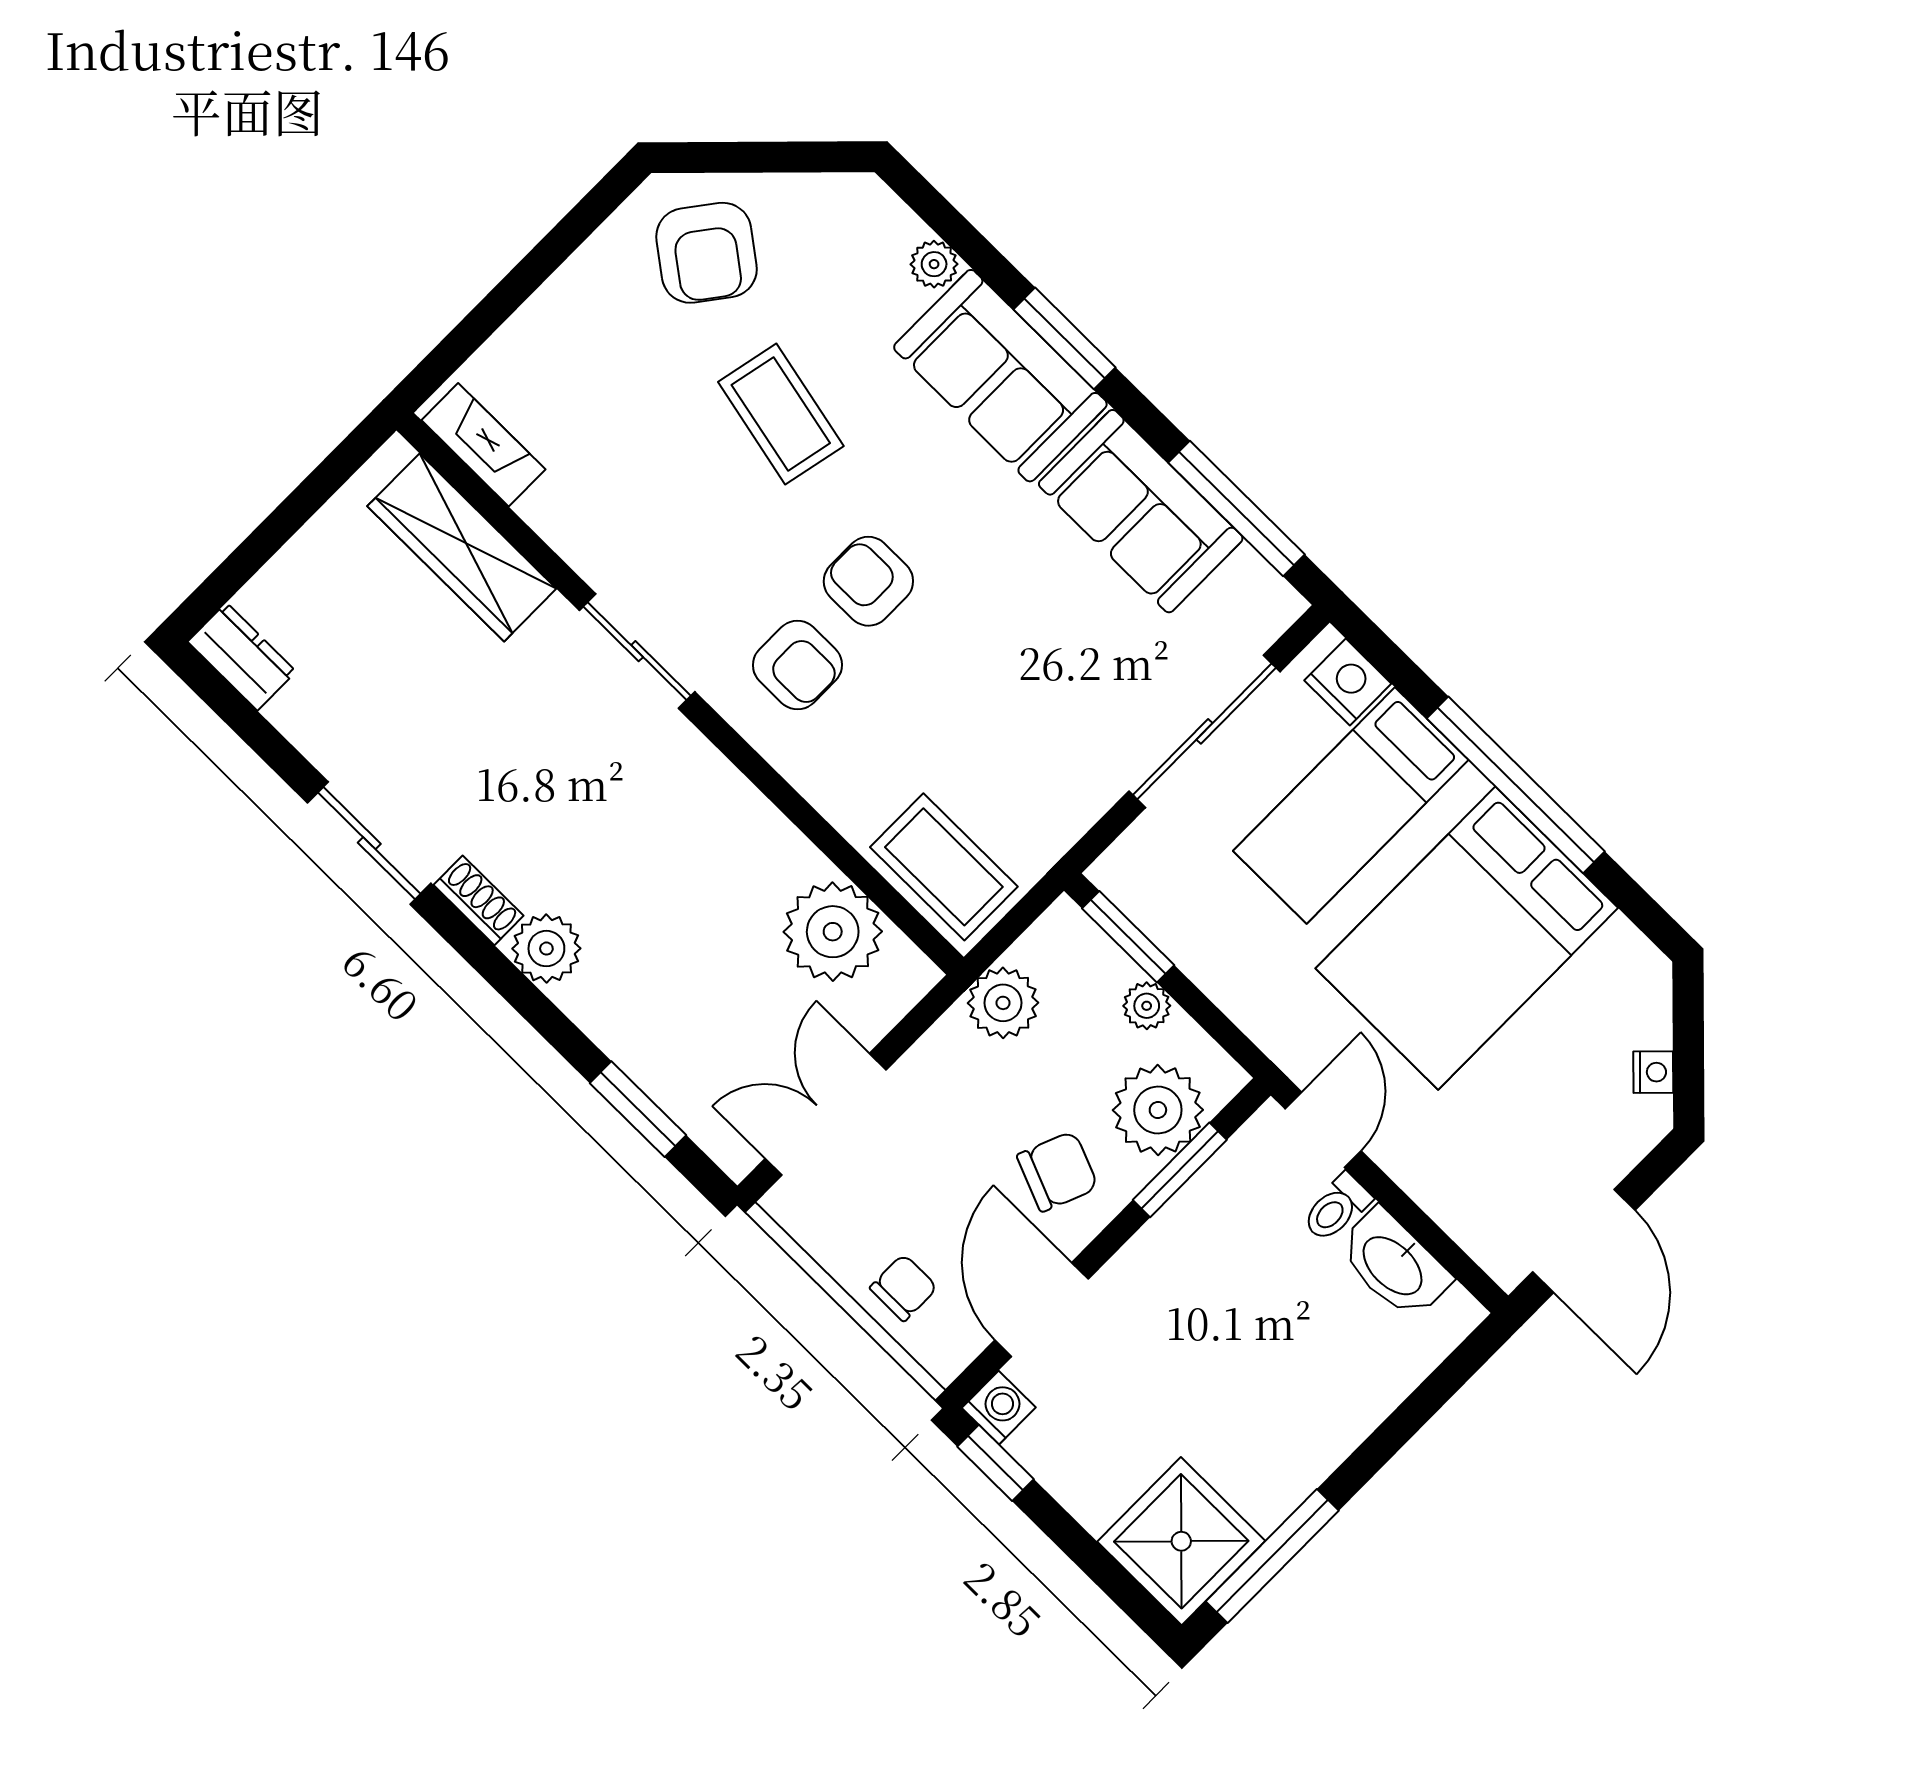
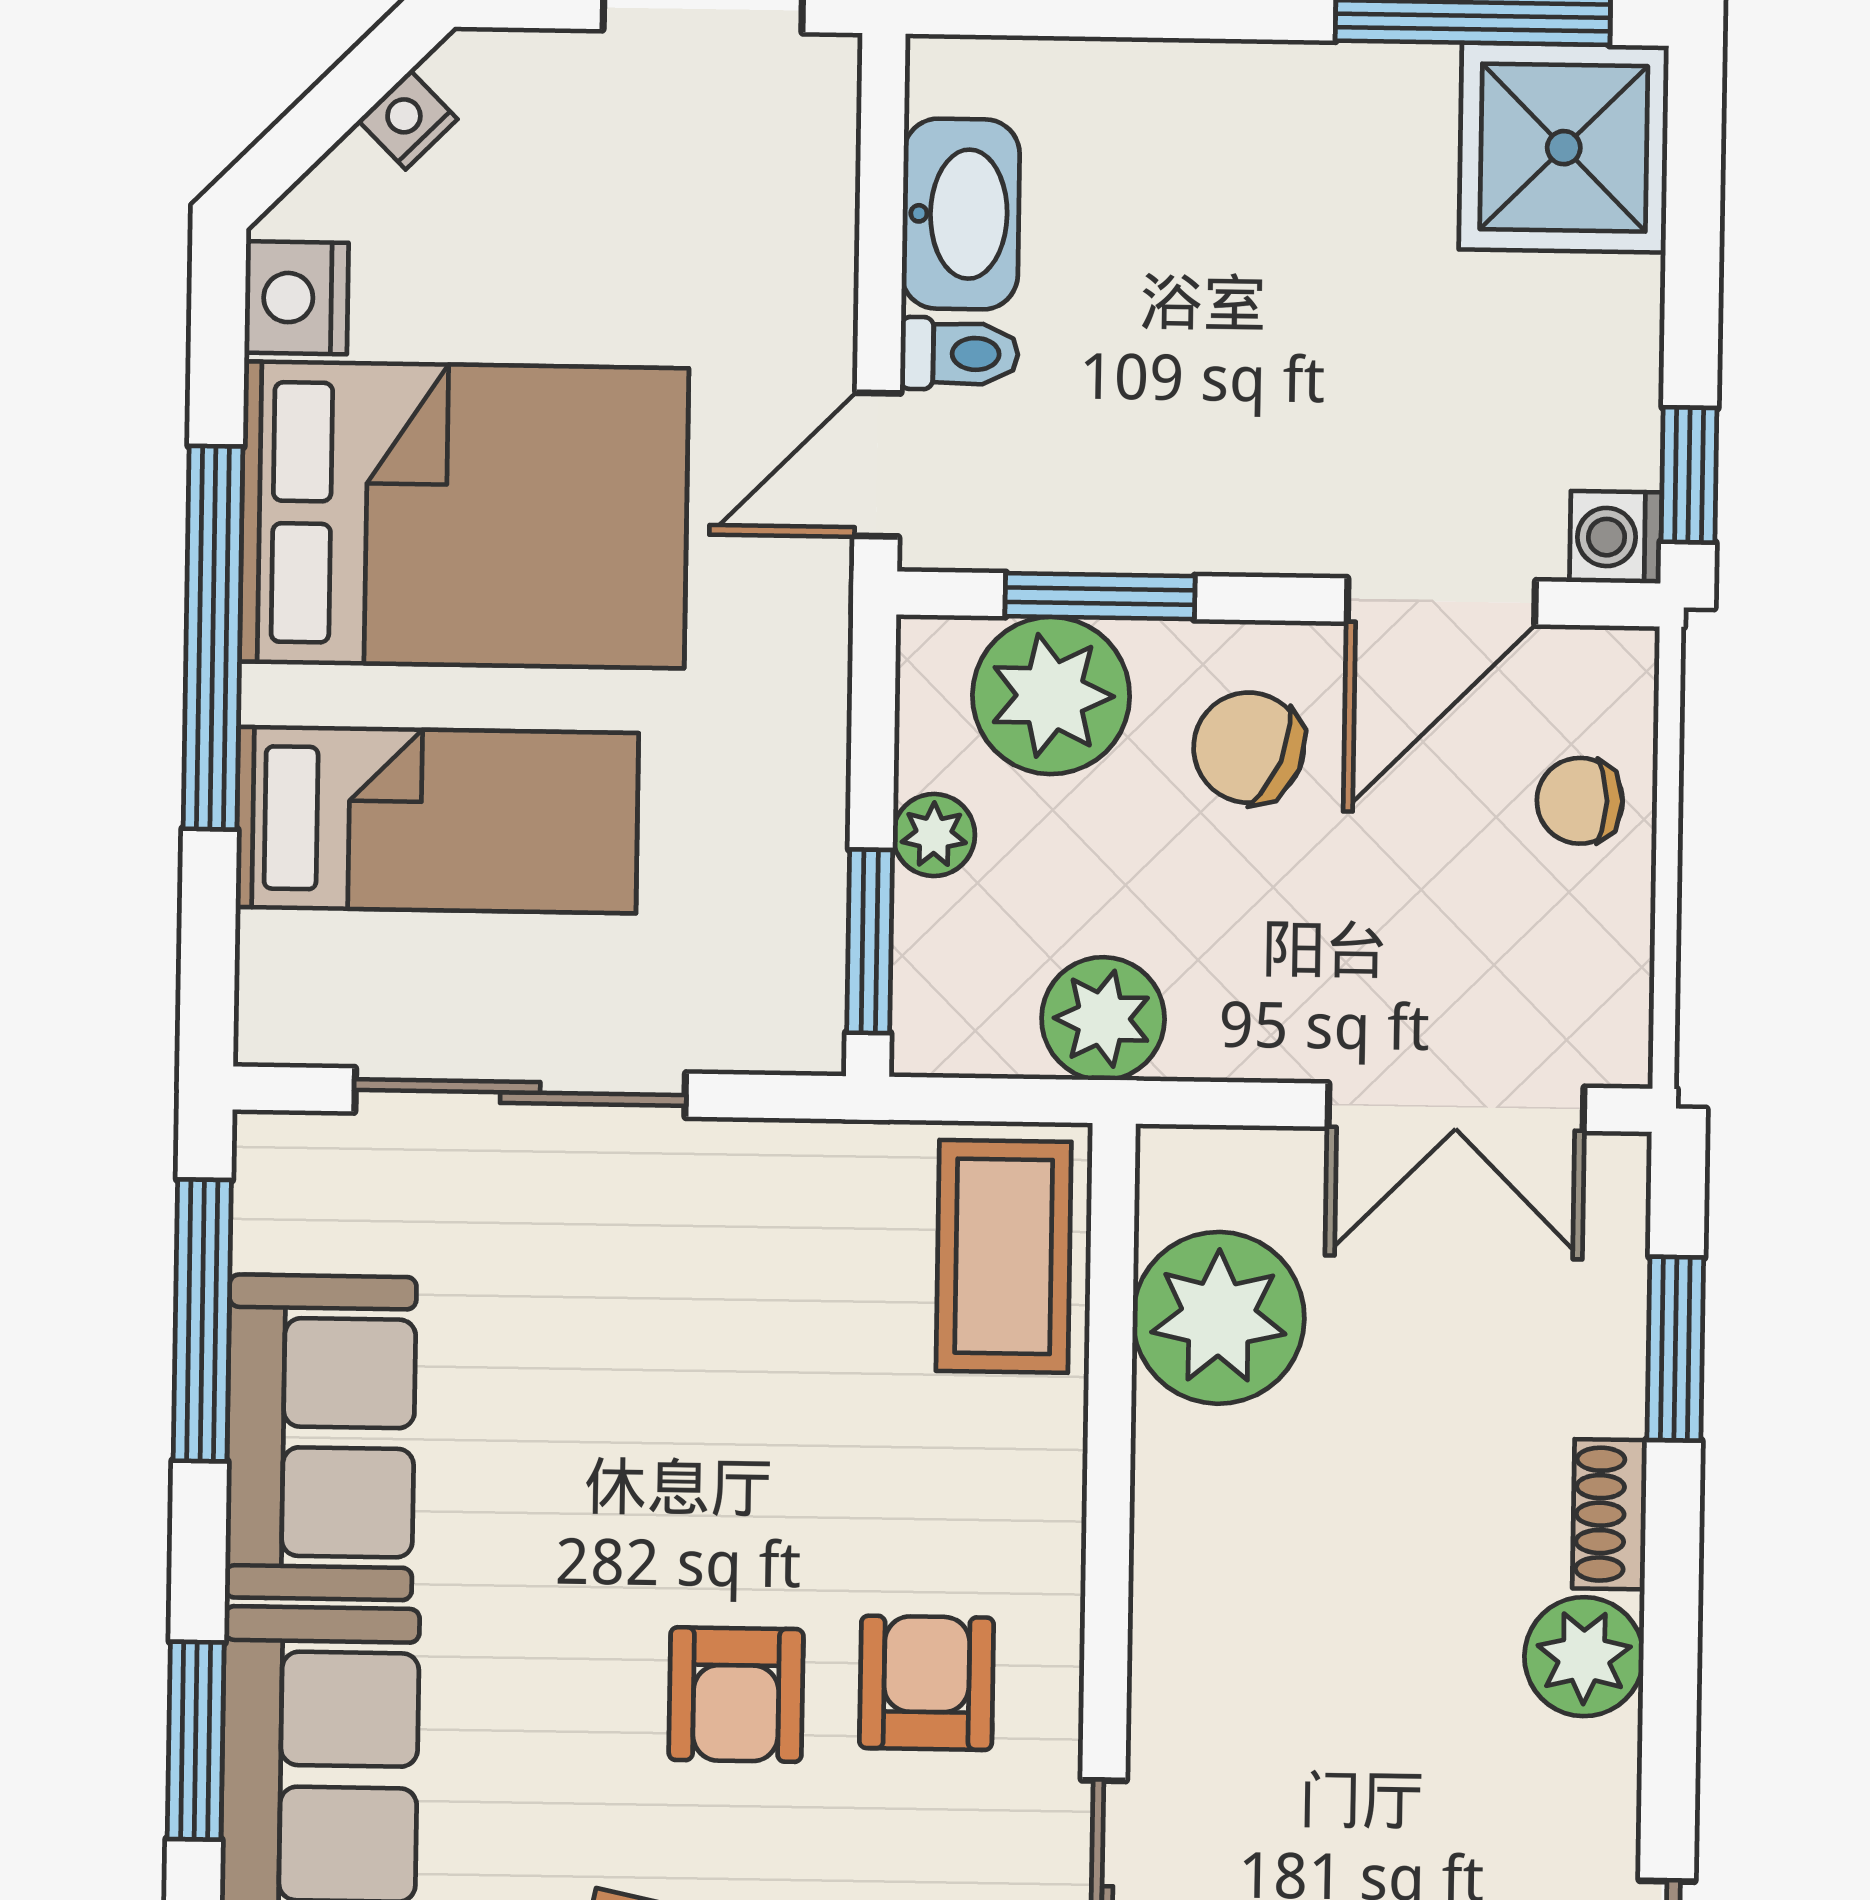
nightstand: (1348, 682) -> (296, 298), moved
shoe rack: (479, 900) -> (1610, 1514), moved

